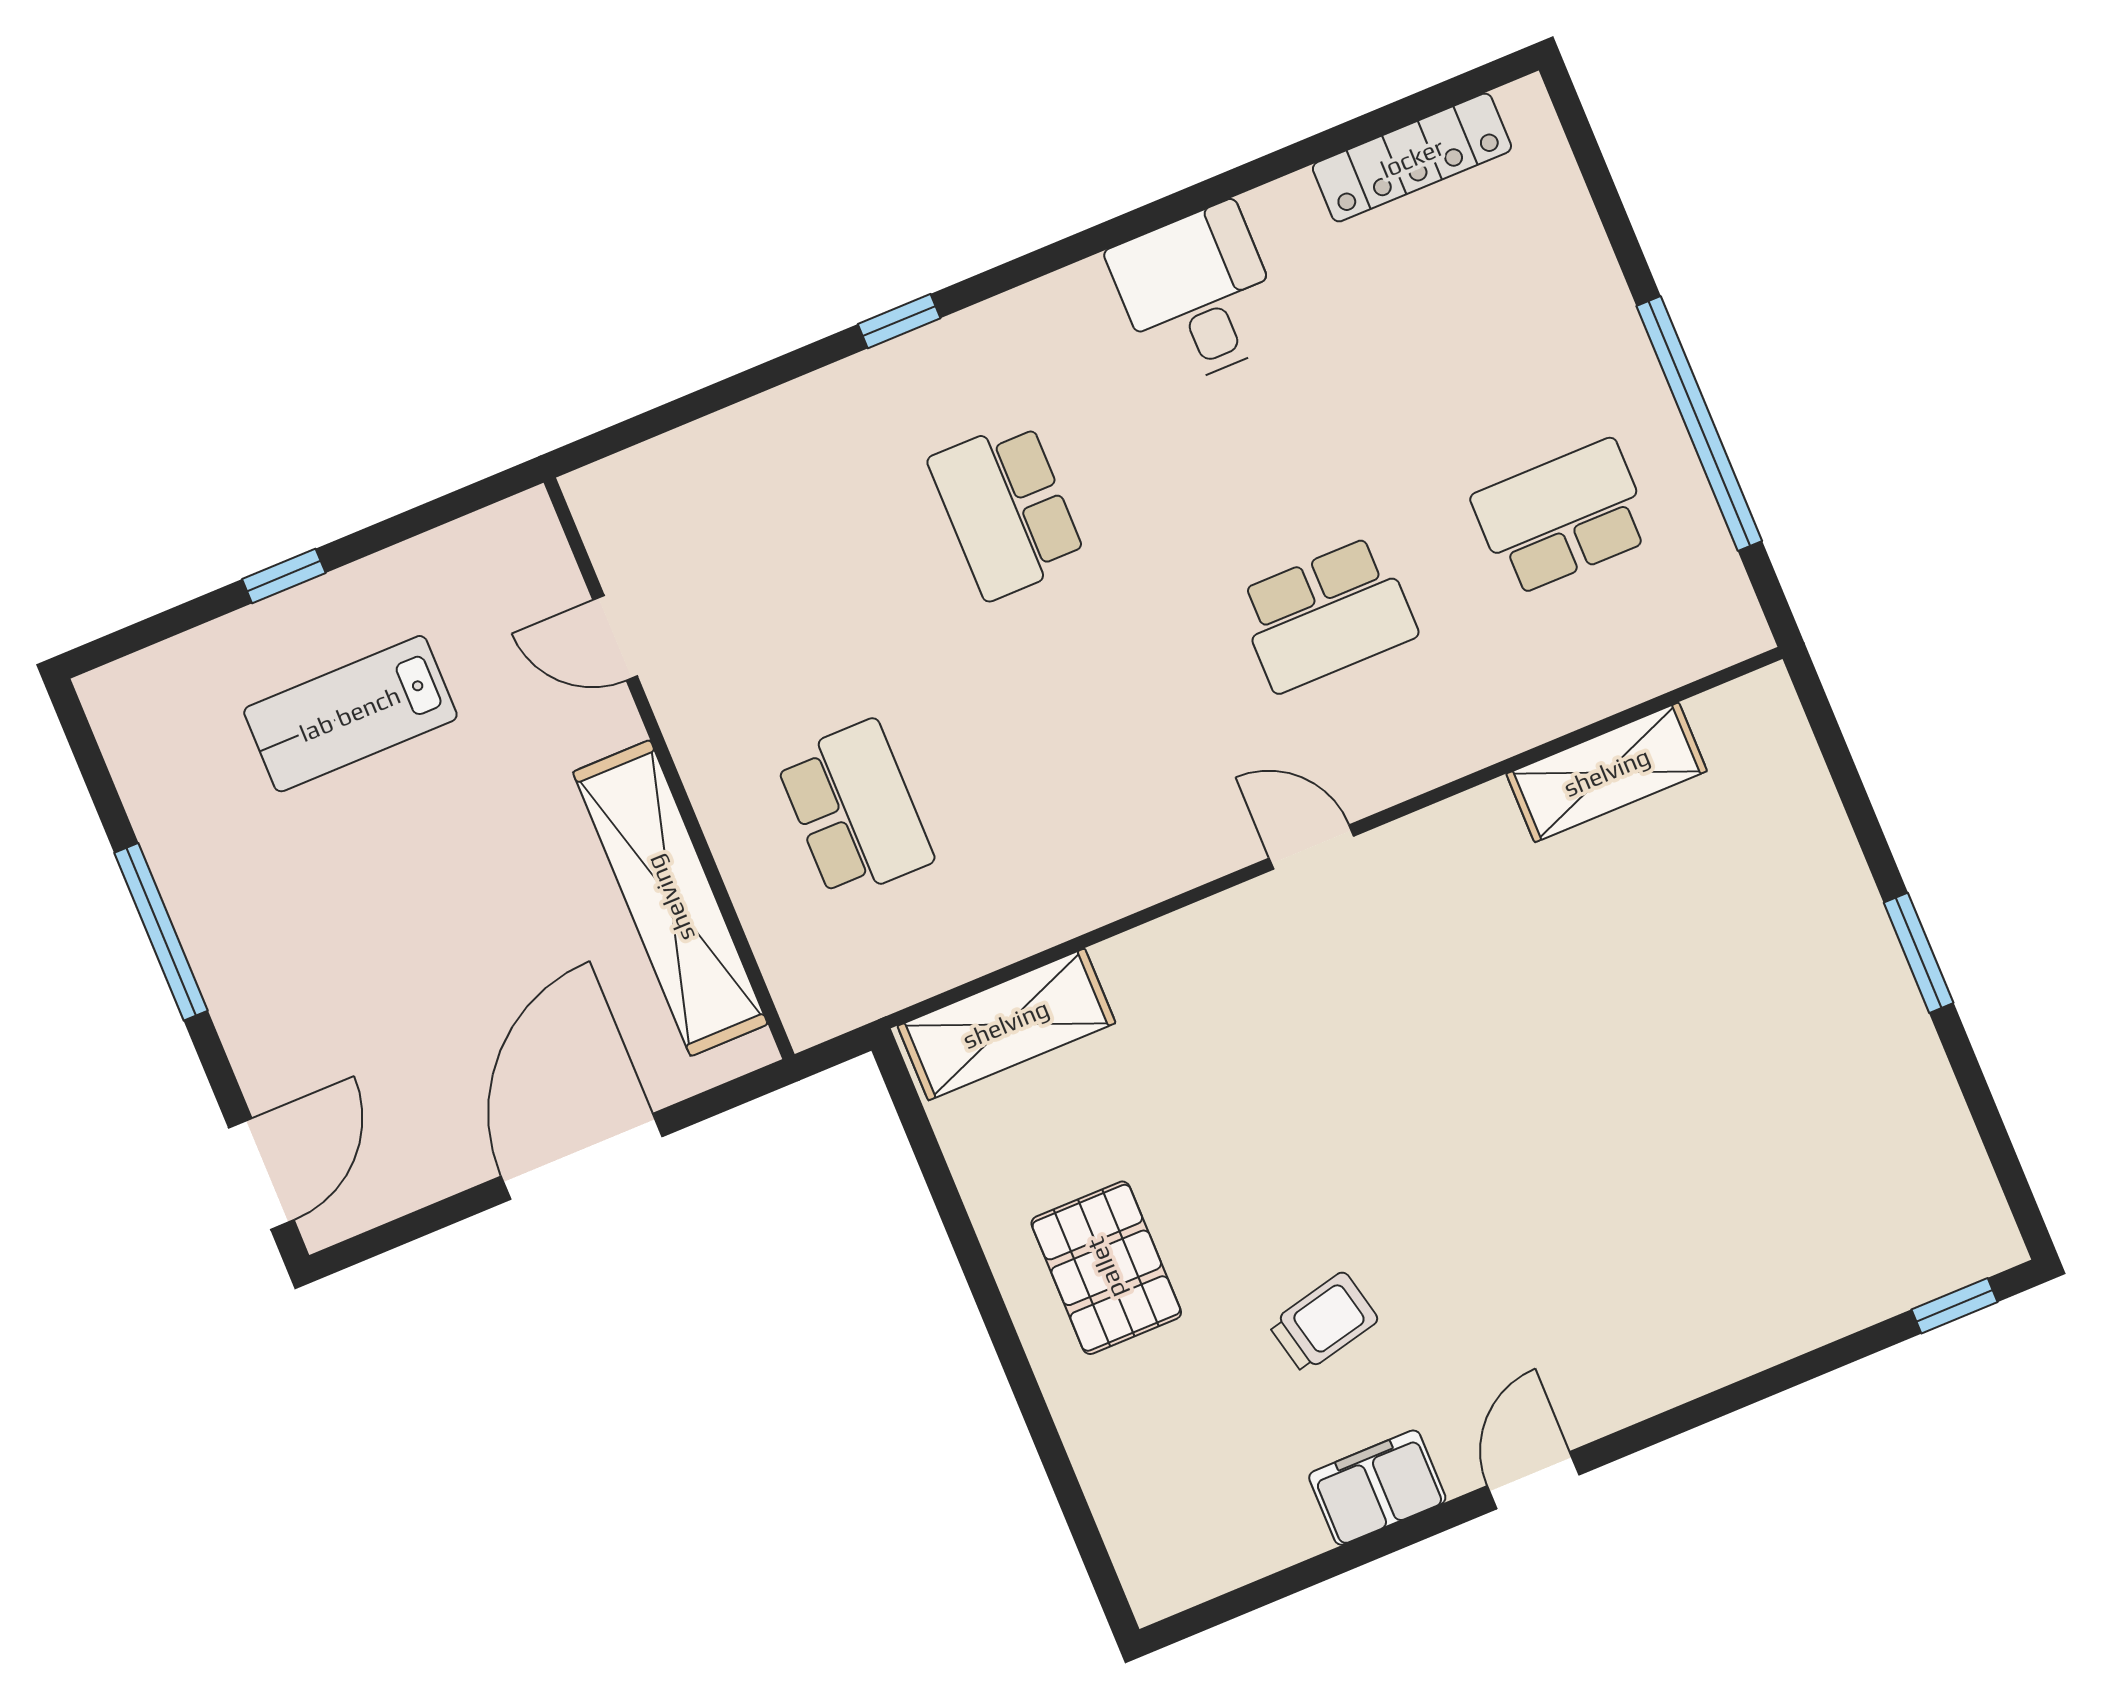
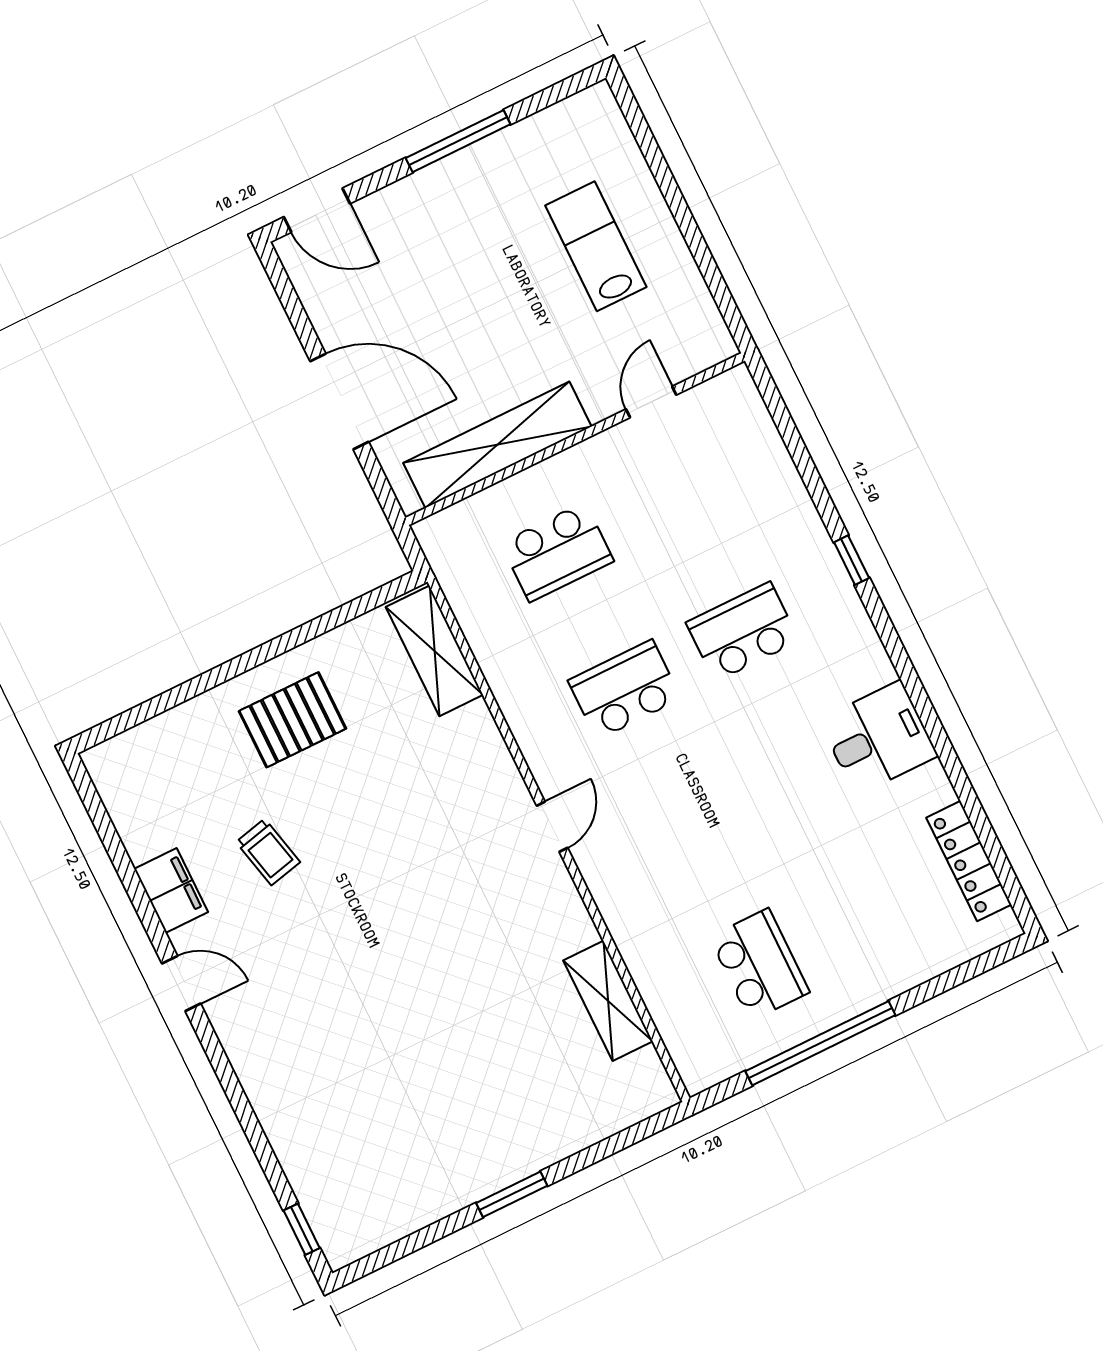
window: (284, 576) -> (676, 201), removed
school desk: (1327, 615) -> (625, 690), moved, turned 90

